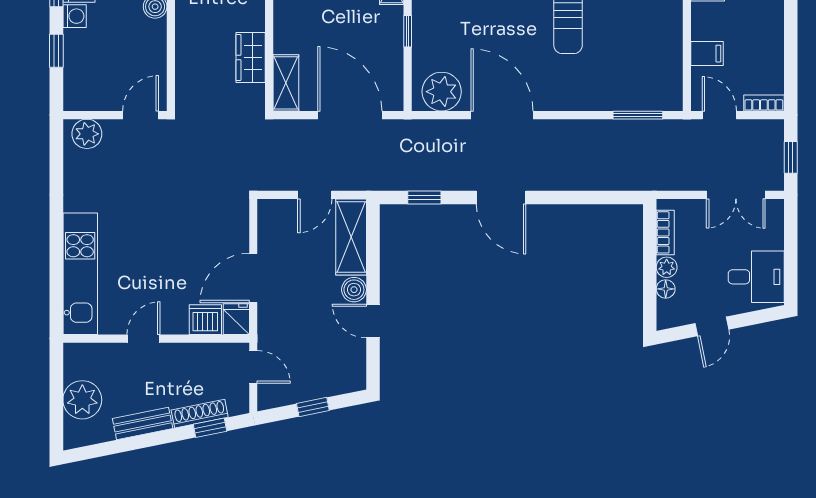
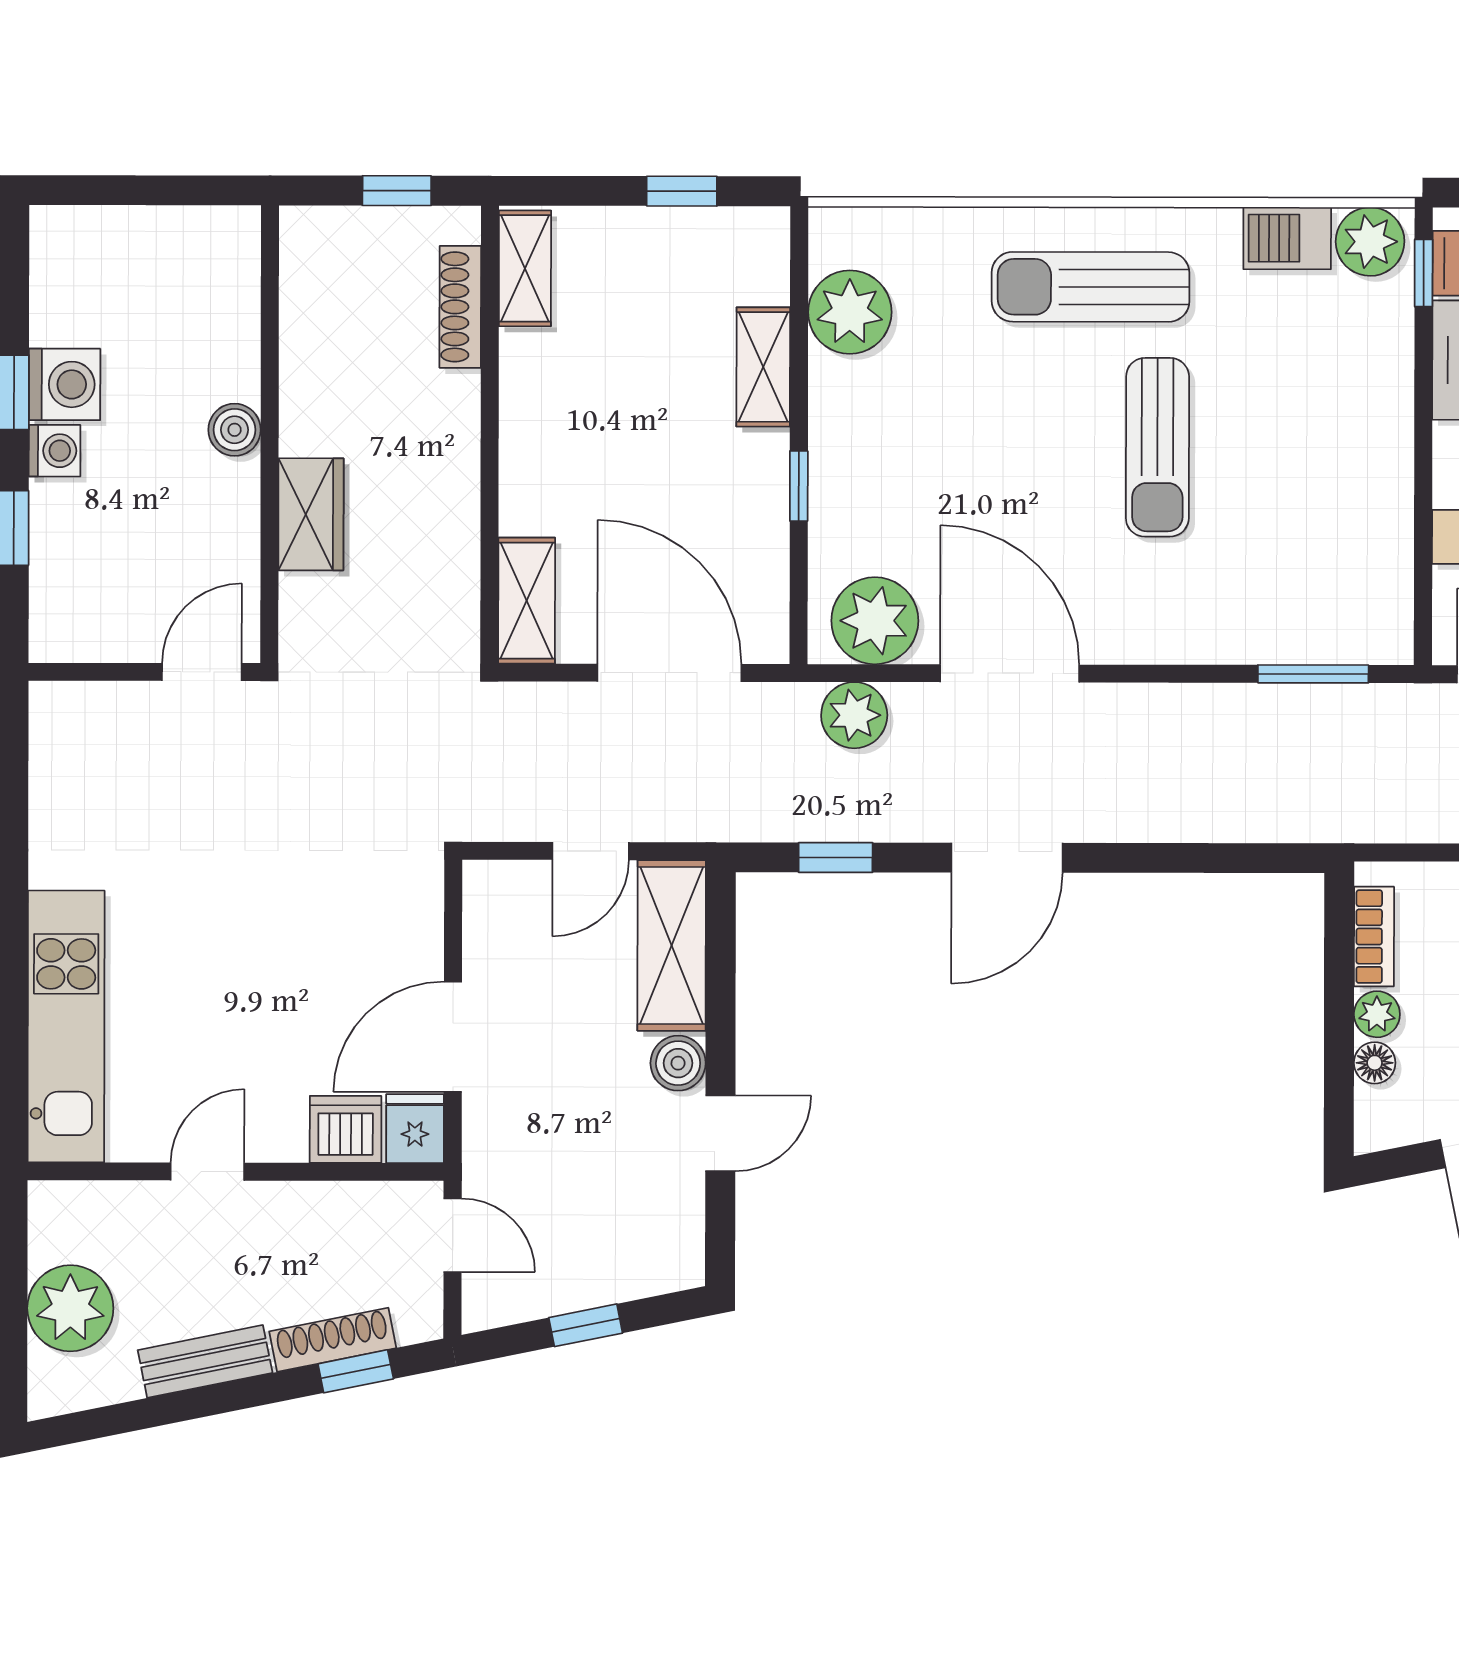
wardrobe: (251, 57) -> (311, 514), moved, turned 180
plant: (87, 134) -> (854, 715), moved
door: (501, 197) -> (1007, 858), hinge flipped
door: (373, 321) -> (720, 1133), swing flipped

